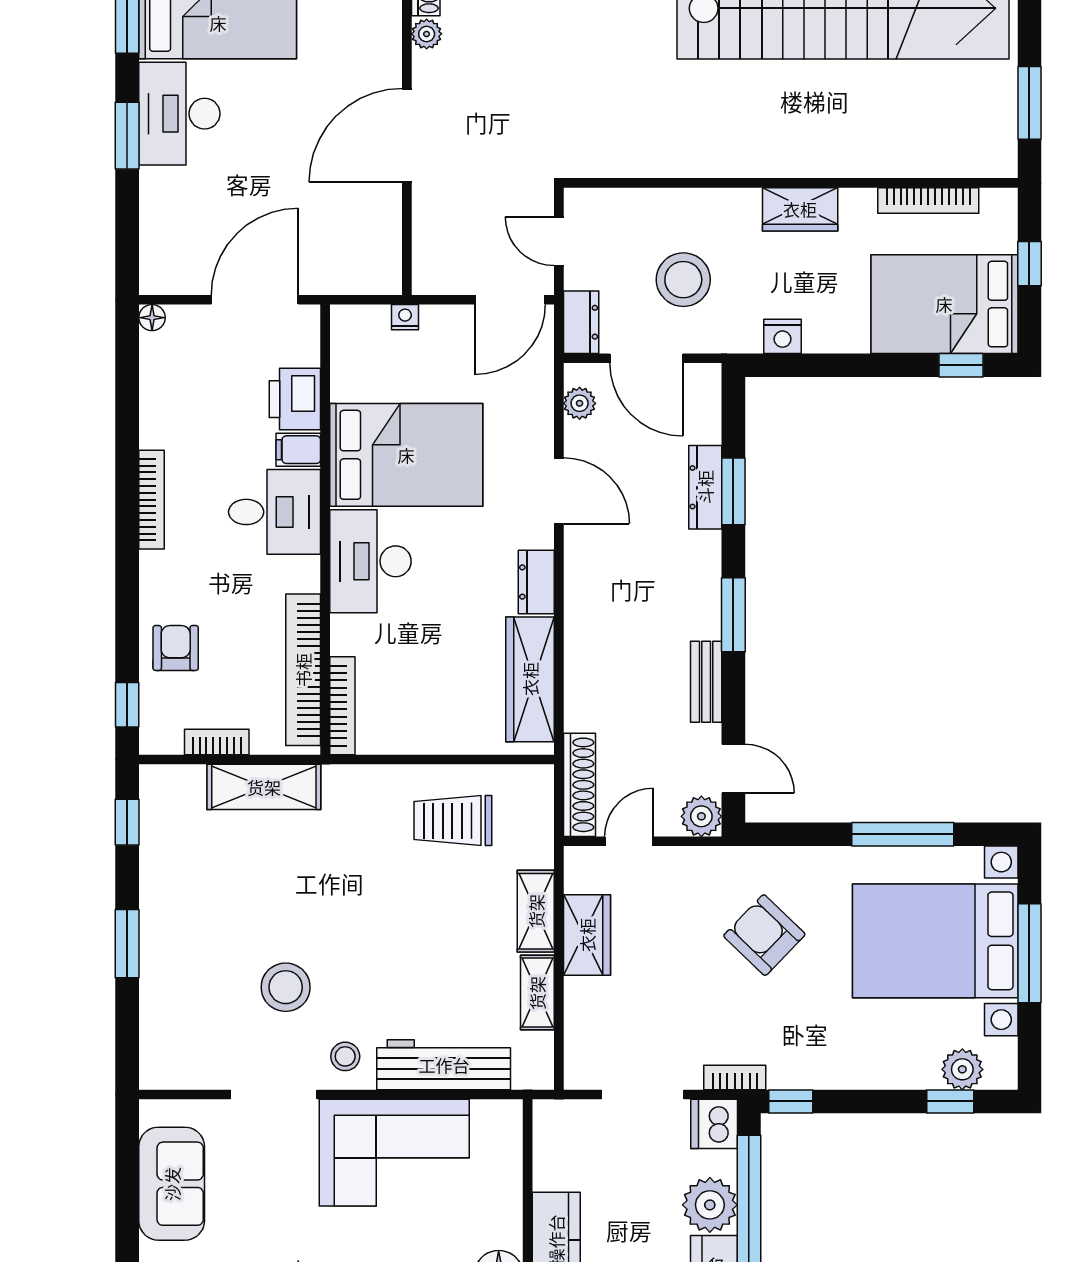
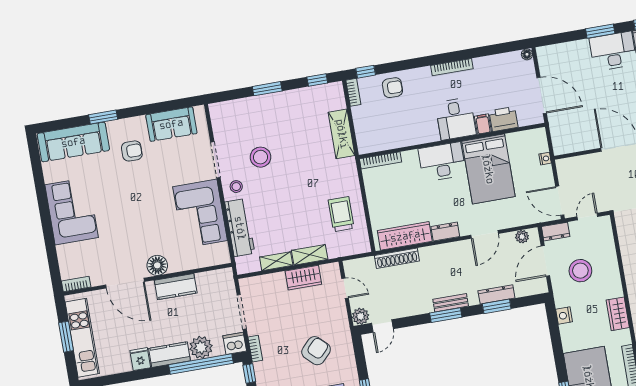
bookcase: (303, 670) -> (393, 142), removed
bench: (706, 682) -> (451, 303), moved
bookcase: (217, 742) -> (353, 92), moved
shoe rack: (579, 785) -> (397, 258), moved

